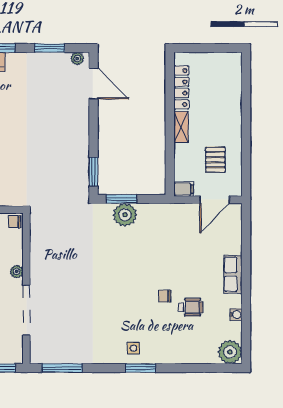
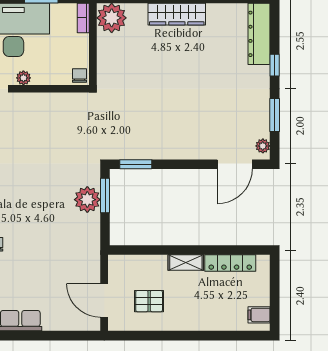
filing cabinet: (184, 189) -> (259, 315), moved, turned 90

